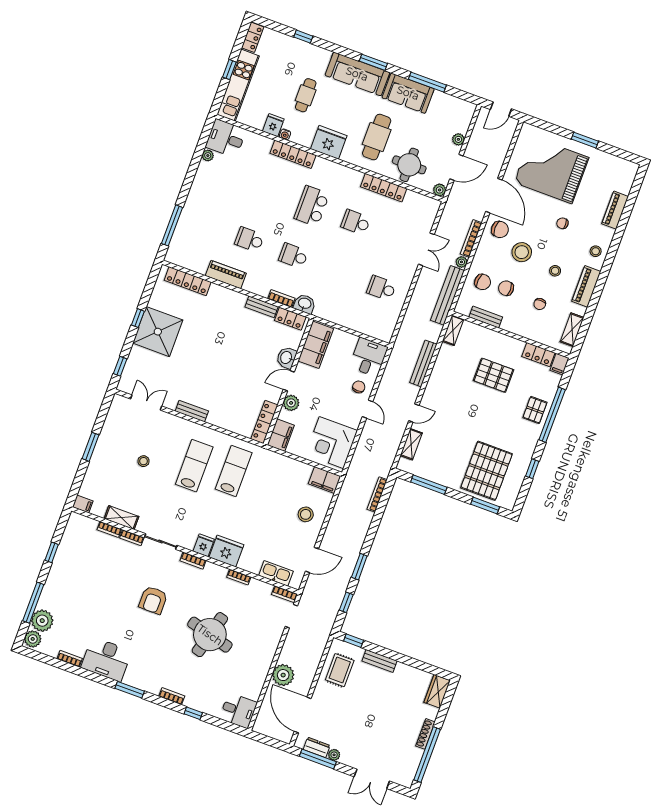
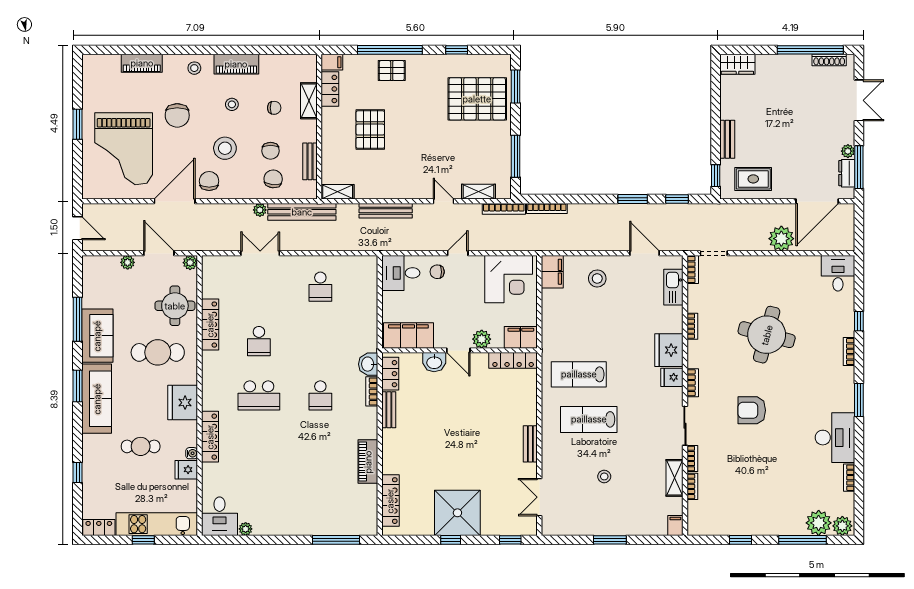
chair: (562, 223) -> (177, 115), width x1.87, depth x1.87
bookcase: (471, 238) -> (504, 209), moved
school desk: (249, 240) -> (320, 450), removed
shelving: (572, 330) -> (309, 101), moved, turned 90
armchair: (153, 600) -> (752, 410), turned 180
shoe rack: (425, 734) -> (829, 60), moved

